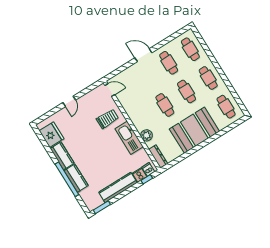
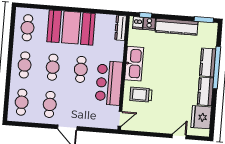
door: (110, 90) -> (120, 119), swing flipped
door: (69, 101) -> (179, 136), moved
bar counter: (137, 110) -> (109, 83), added
plant: (147, 135) -> (117, 54), removed

